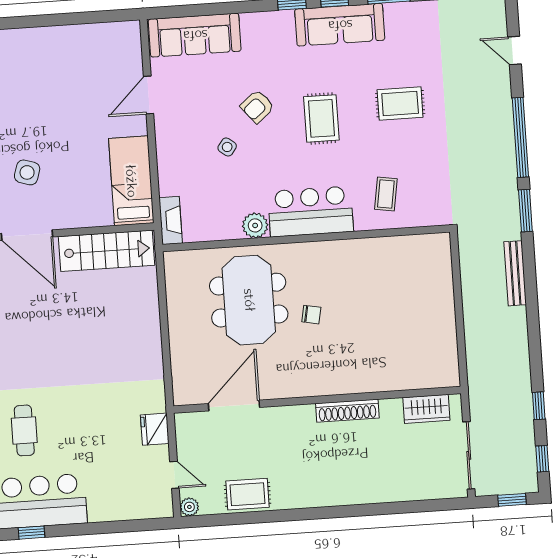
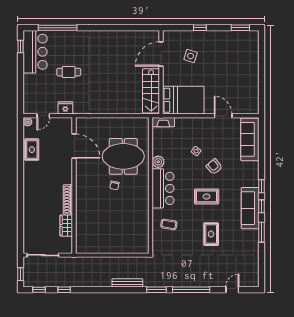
bed: (131, 181) -> (183, 100), width x1.50
wardrobe: (426, 409) -> (66, 226), moved
cafe table: (24, 430) -> (69, 72), moved

